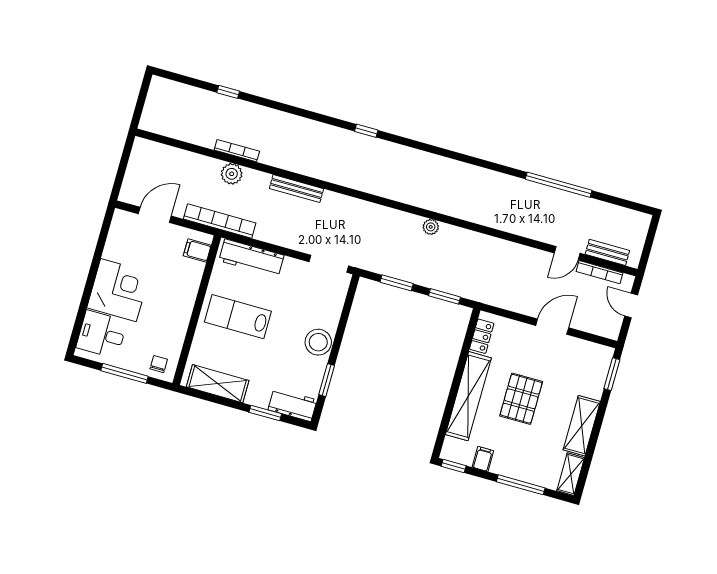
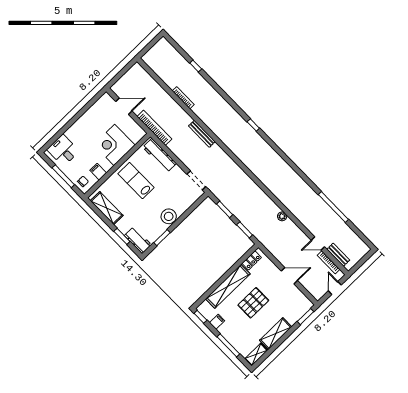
plant: (232, 174) -> (174, 108), removed
plant: (431, 227) -> (282, 216), moved
filing cabinet: (197, 250) -> (98, 172), moved
corner desk: (118, 290) -> (114, 145), moved, turned 180

